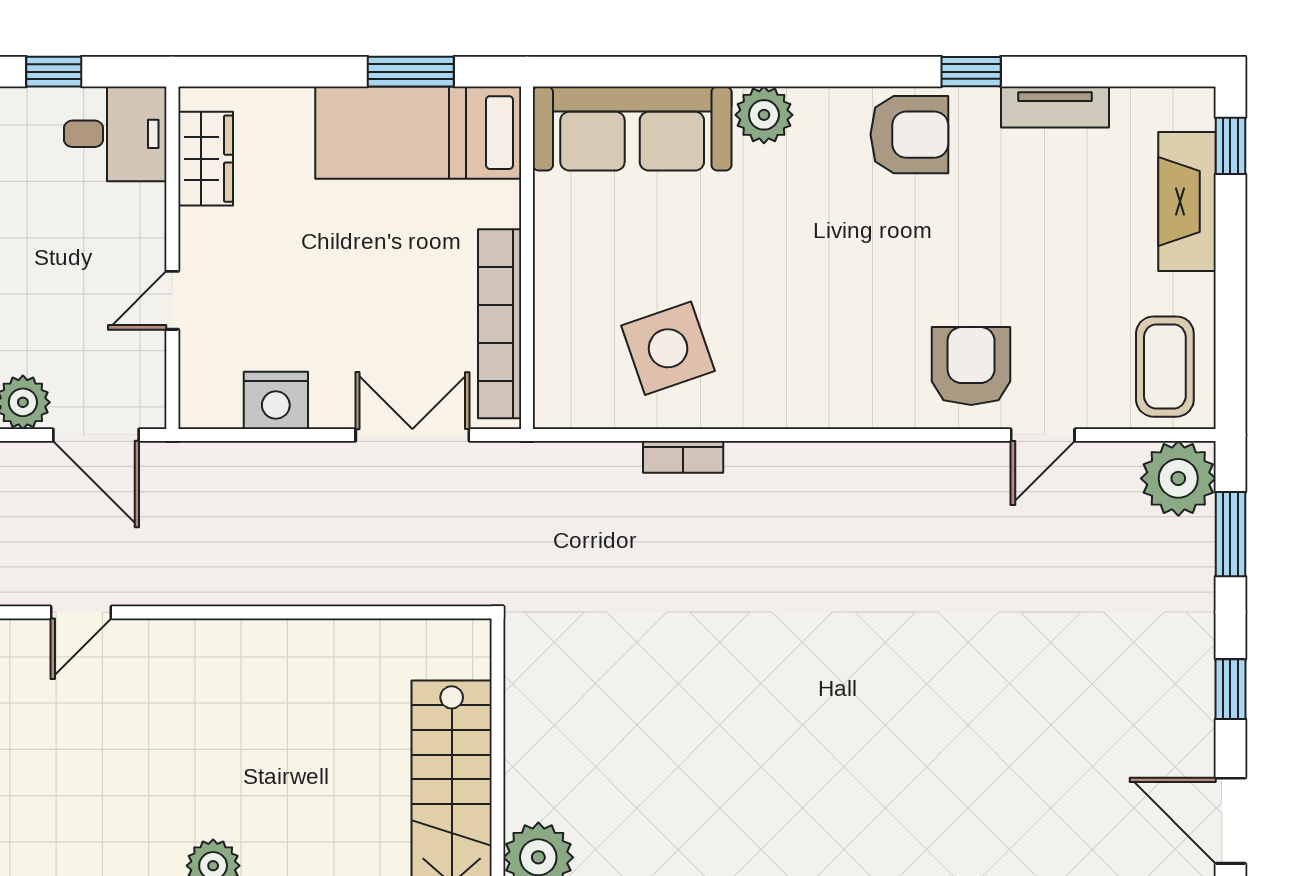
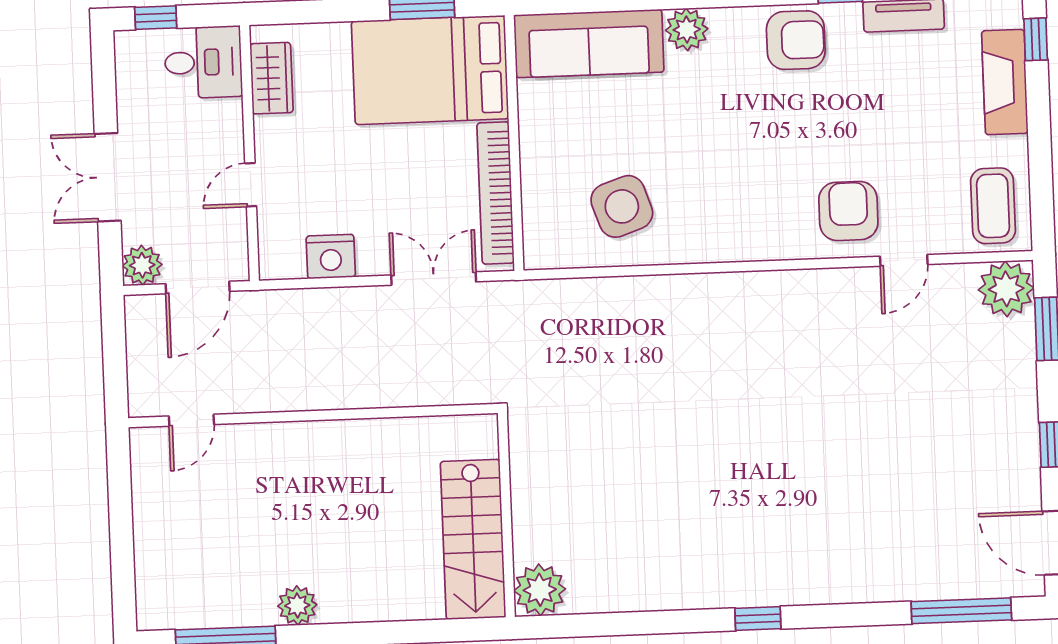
bed: (418, 133) -> (430, 70), width x1.50
door: (96, 435) -> (198, 288), hinge flipped
bookcase: (683, 457) -> (636, 287), removed

